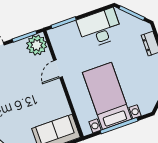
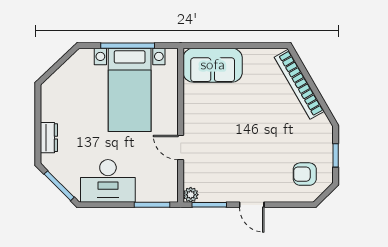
plant: (37, 45) -> (191, 195), width x0.53, depth x0.53
door: (58, 69) -> (181, 148), swing flipped

